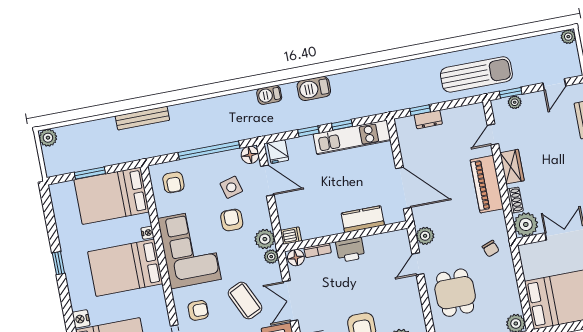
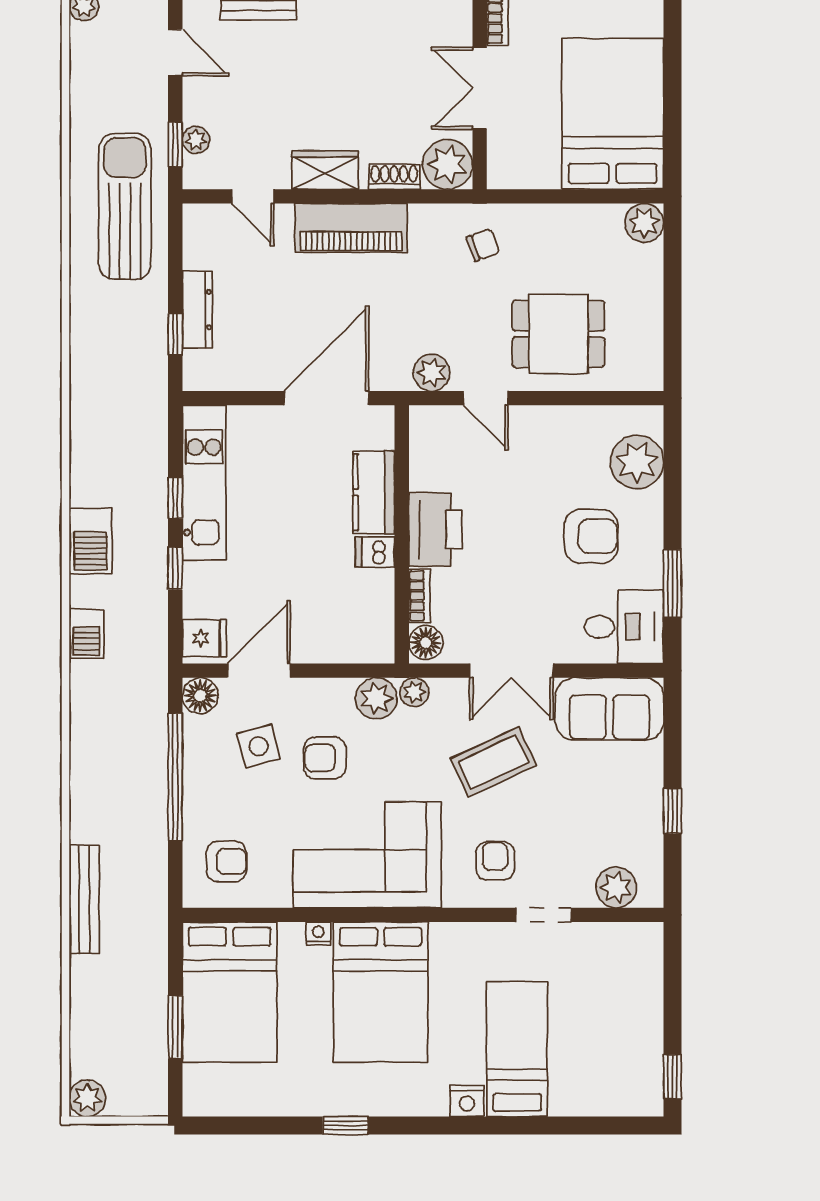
dresser: (428, 119) -> (197, 310), width x1.44
dishwasher: (291, 236) -> (375, 552), moved, turned -90
printer: (350, 250) -> (435, 530), width x1.37, depth x1.19

